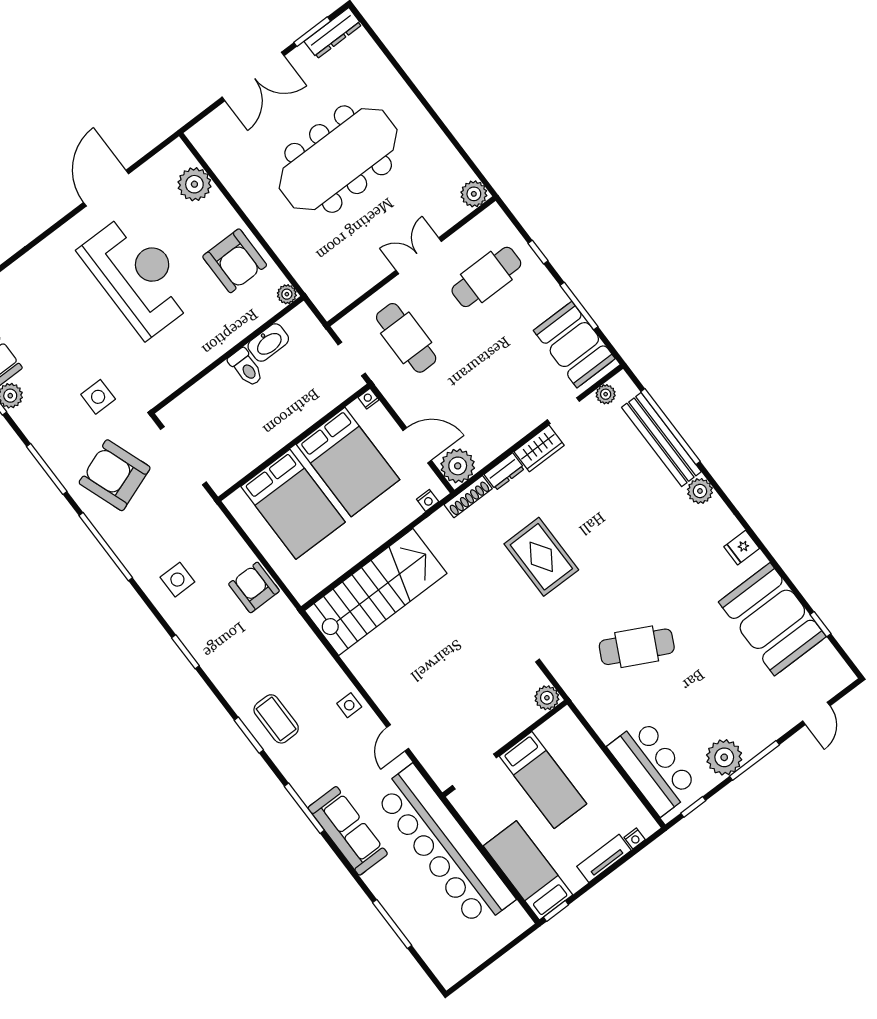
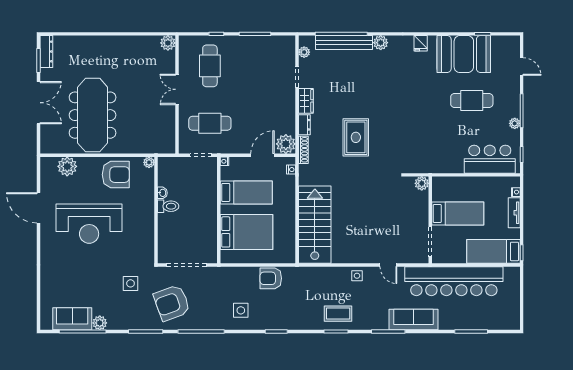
meeting table: (338, 159) -> (93, 115), moved
reception desk: (138, 275) -> (89, 224), turned 180
washbasin: (268, 343) -> (162, 193), width x0.52, depth x0.69
booth: (574, 345) -> (271, 49), removed
bed: (348, 462) -> (246, 192), width x0.67
rug: (541, 557) -> (356, 137), turned 90
cafe table: (637, 647) -> (472, 100), moved, turned 63
plant: (724, 757) -> (515, 123), width x0.53, depth x0.53

